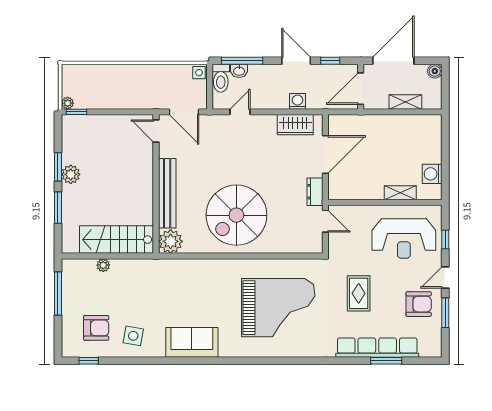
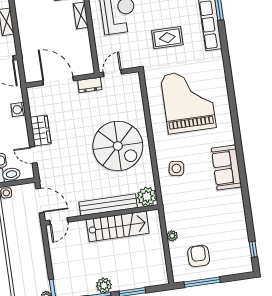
door: (184, 112) -> (40, 201), hinge flipped
wardrobe: (295, 125) -> (41, 130), moved
stairs: (117, 240) -> (118, 226), moved, turned -90
plant: (103, 265) -> (172, 236), moved
armchair: (96, 328) -> (199, 256), moved
side table: (133, 336) -> (176, 169), moved

